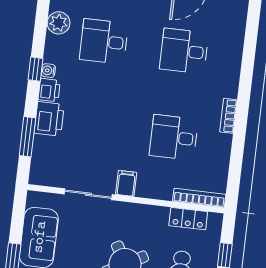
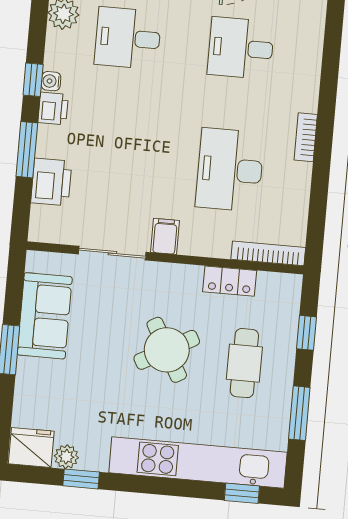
printer: (49, 119) -> (51, 182), moved
window: (27, 137) -> (27, 150), moved
desk: (174, 137) -> (230, 170), width x1.37
locker: (188, 219) -> (230, 281), moved

